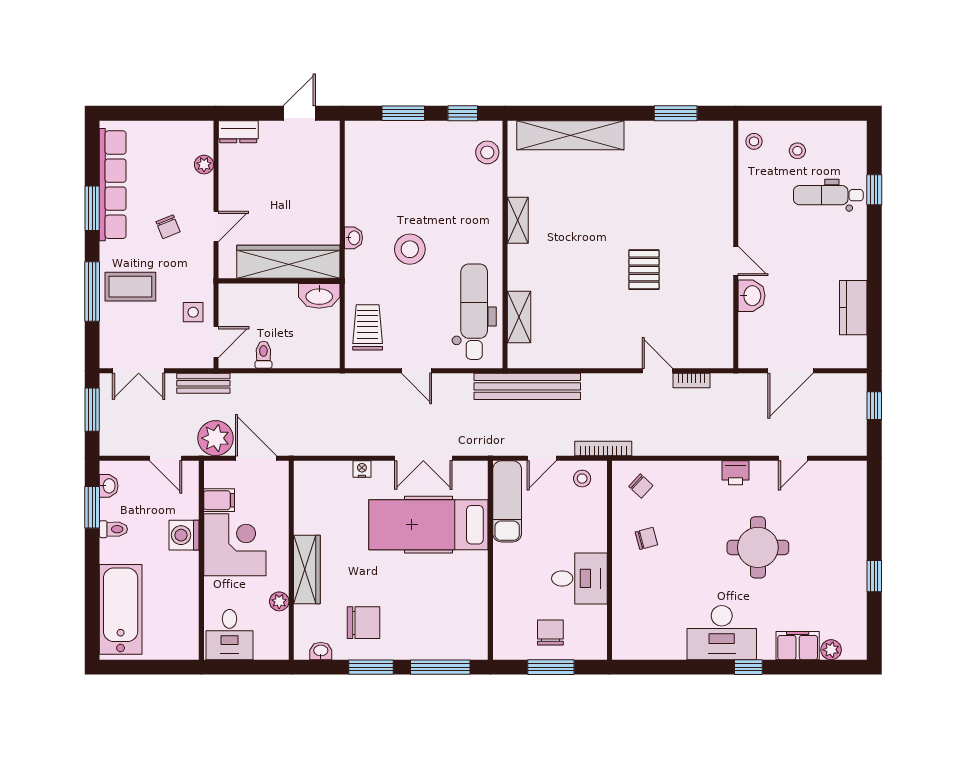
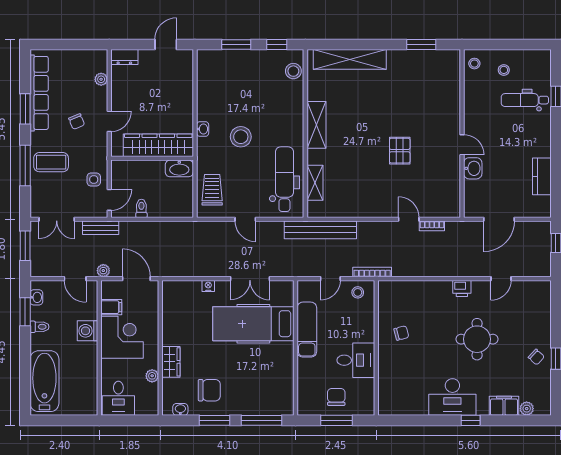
shelving: (518, 220) -> (316, 125), width x1.50, depth x1.33
plant: (216, 438) -> (103, 271), width x0.53, depth x0.53
chair: (641, 486) -> (536, 357), moved
exam couch: (507, 501) -> (307, 330), moved
wardrobe: (307, 570) -> (171, 362), width x0.67

